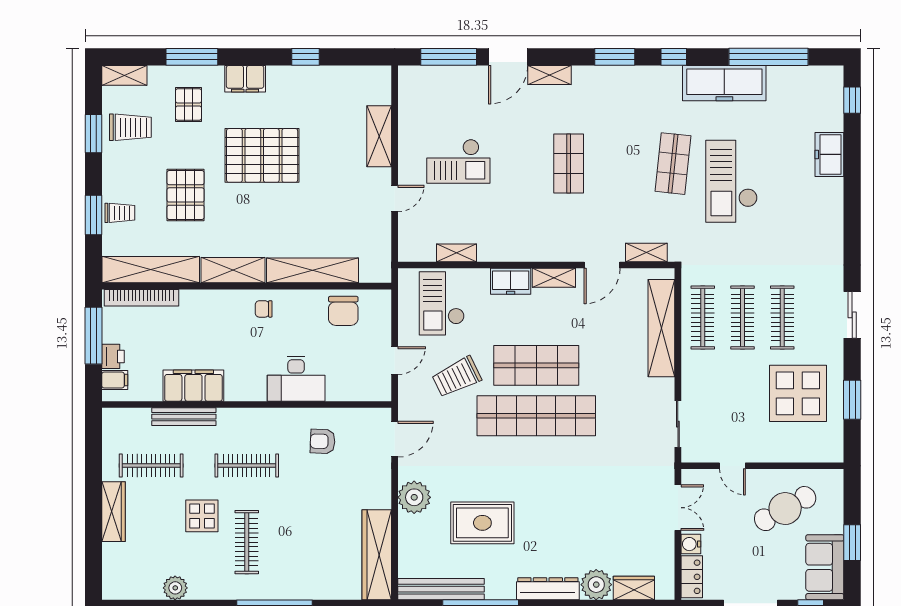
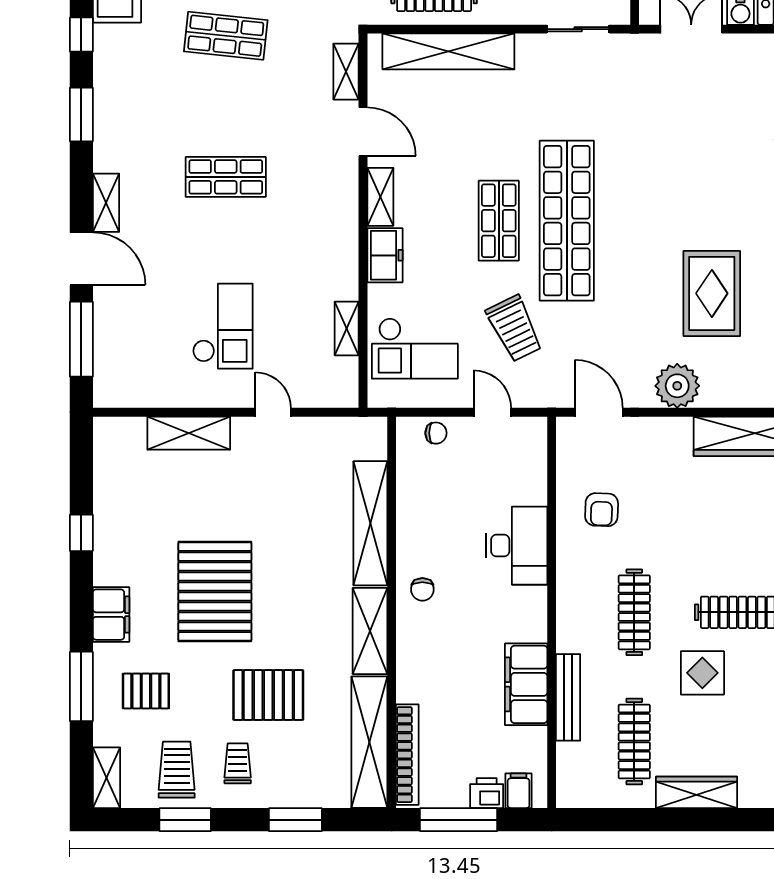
trolley: (120, 213) -> (238, 763), moved
chair: (343, 311) -> (436, 433), moved, width x0.54, depth x0.54
shop shelf: (536, 365) -> (499, 221), width x0.70, depth x0.74

